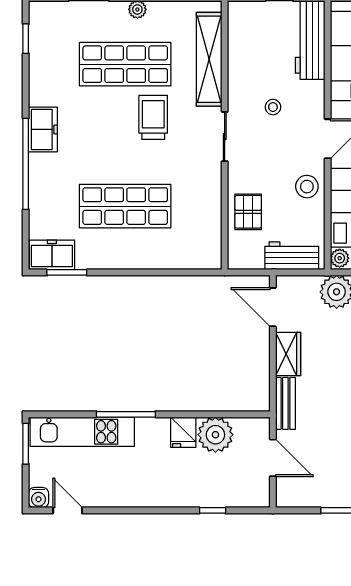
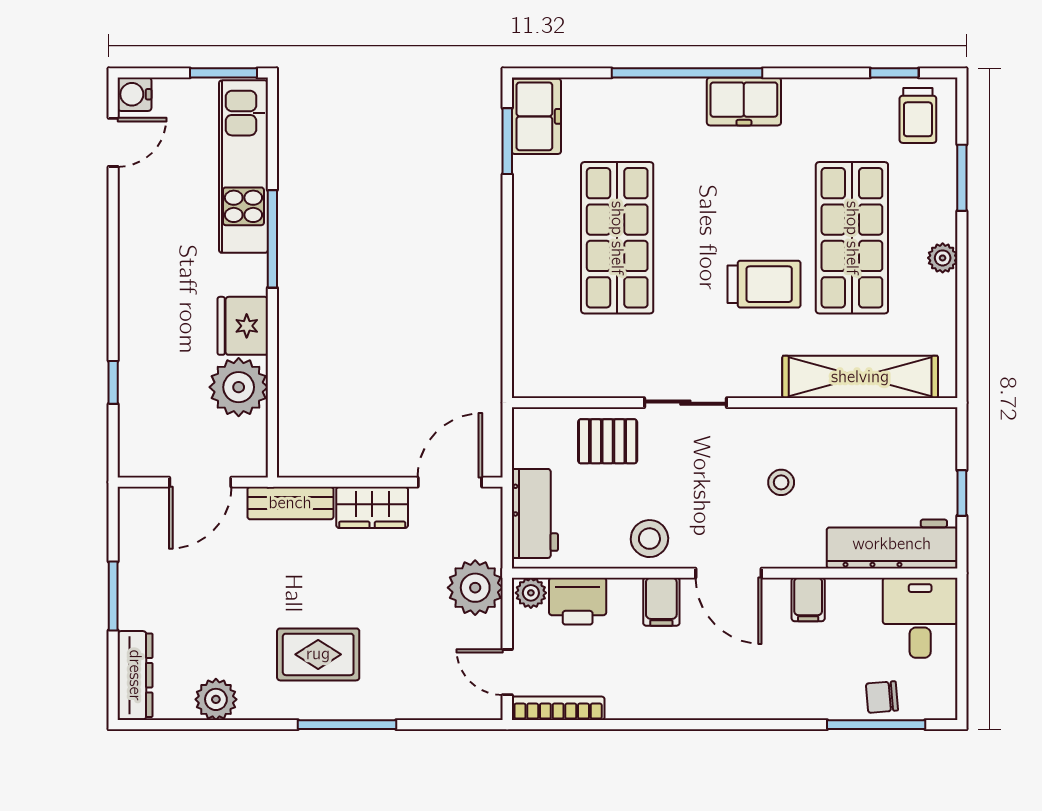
trolley: (51, 24) -> (918, 115), added
sliding door: (225, 137) -> (685, 403), moved
fridge: (183, 432) -> (243, 326), width x1.38

